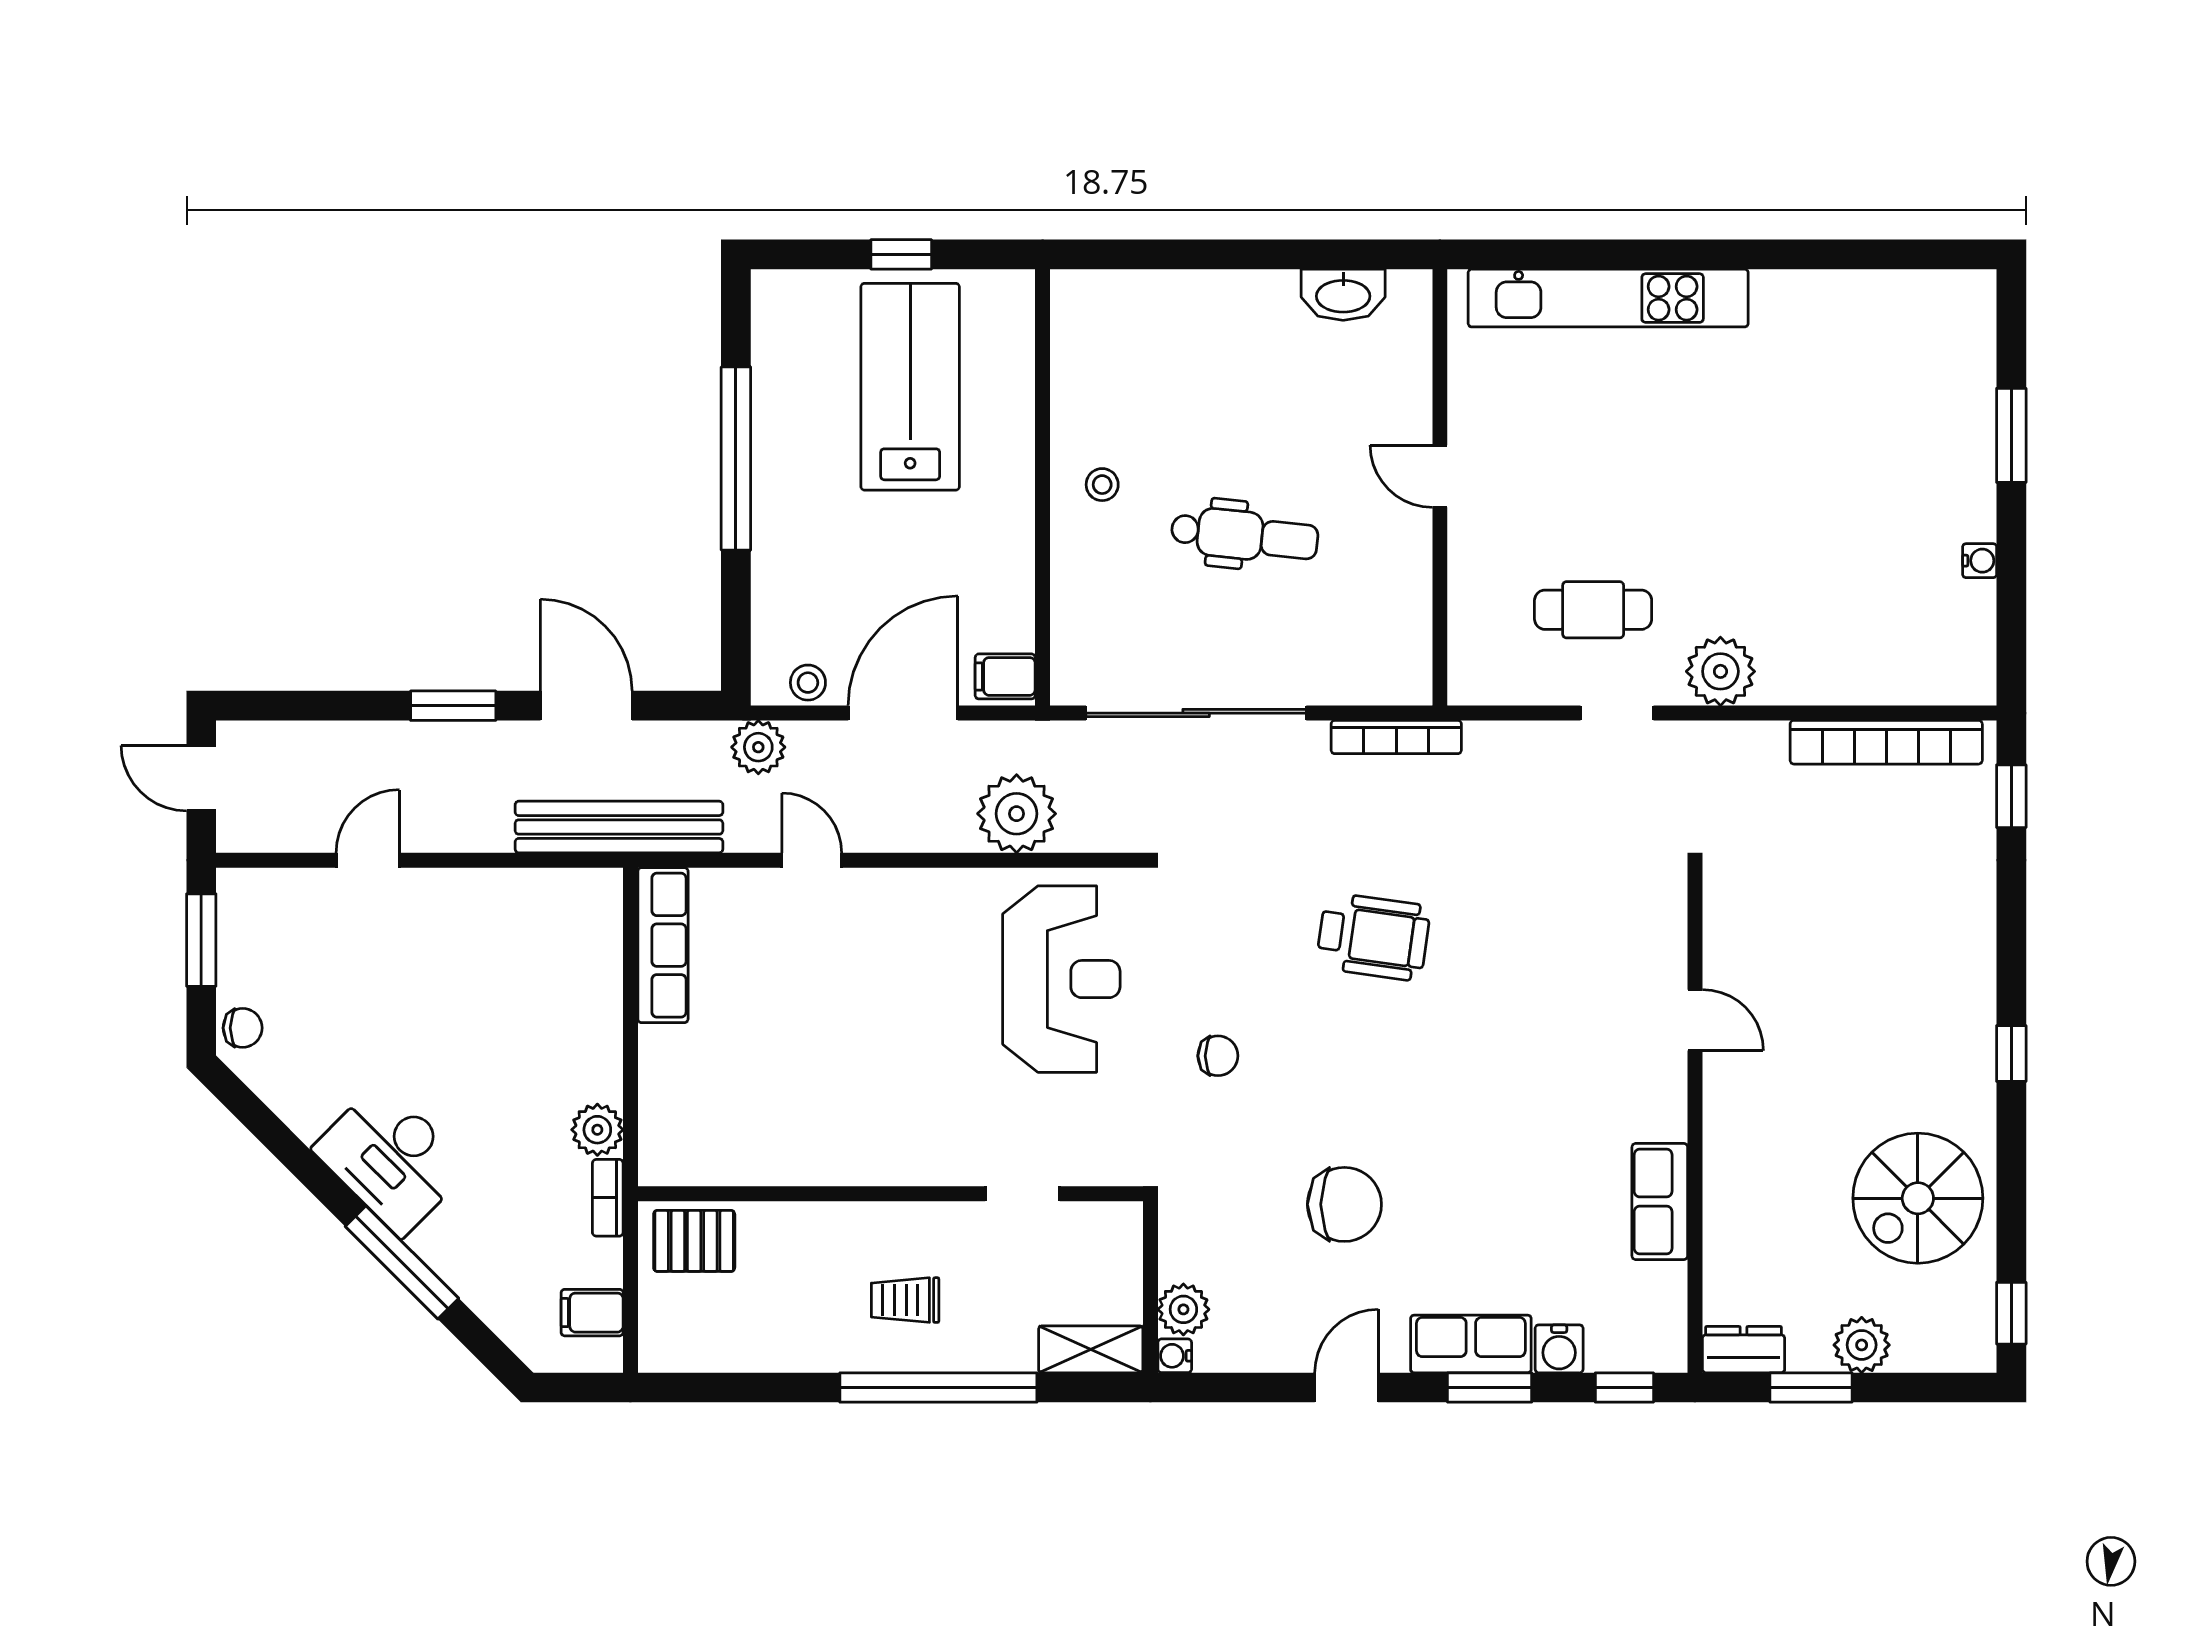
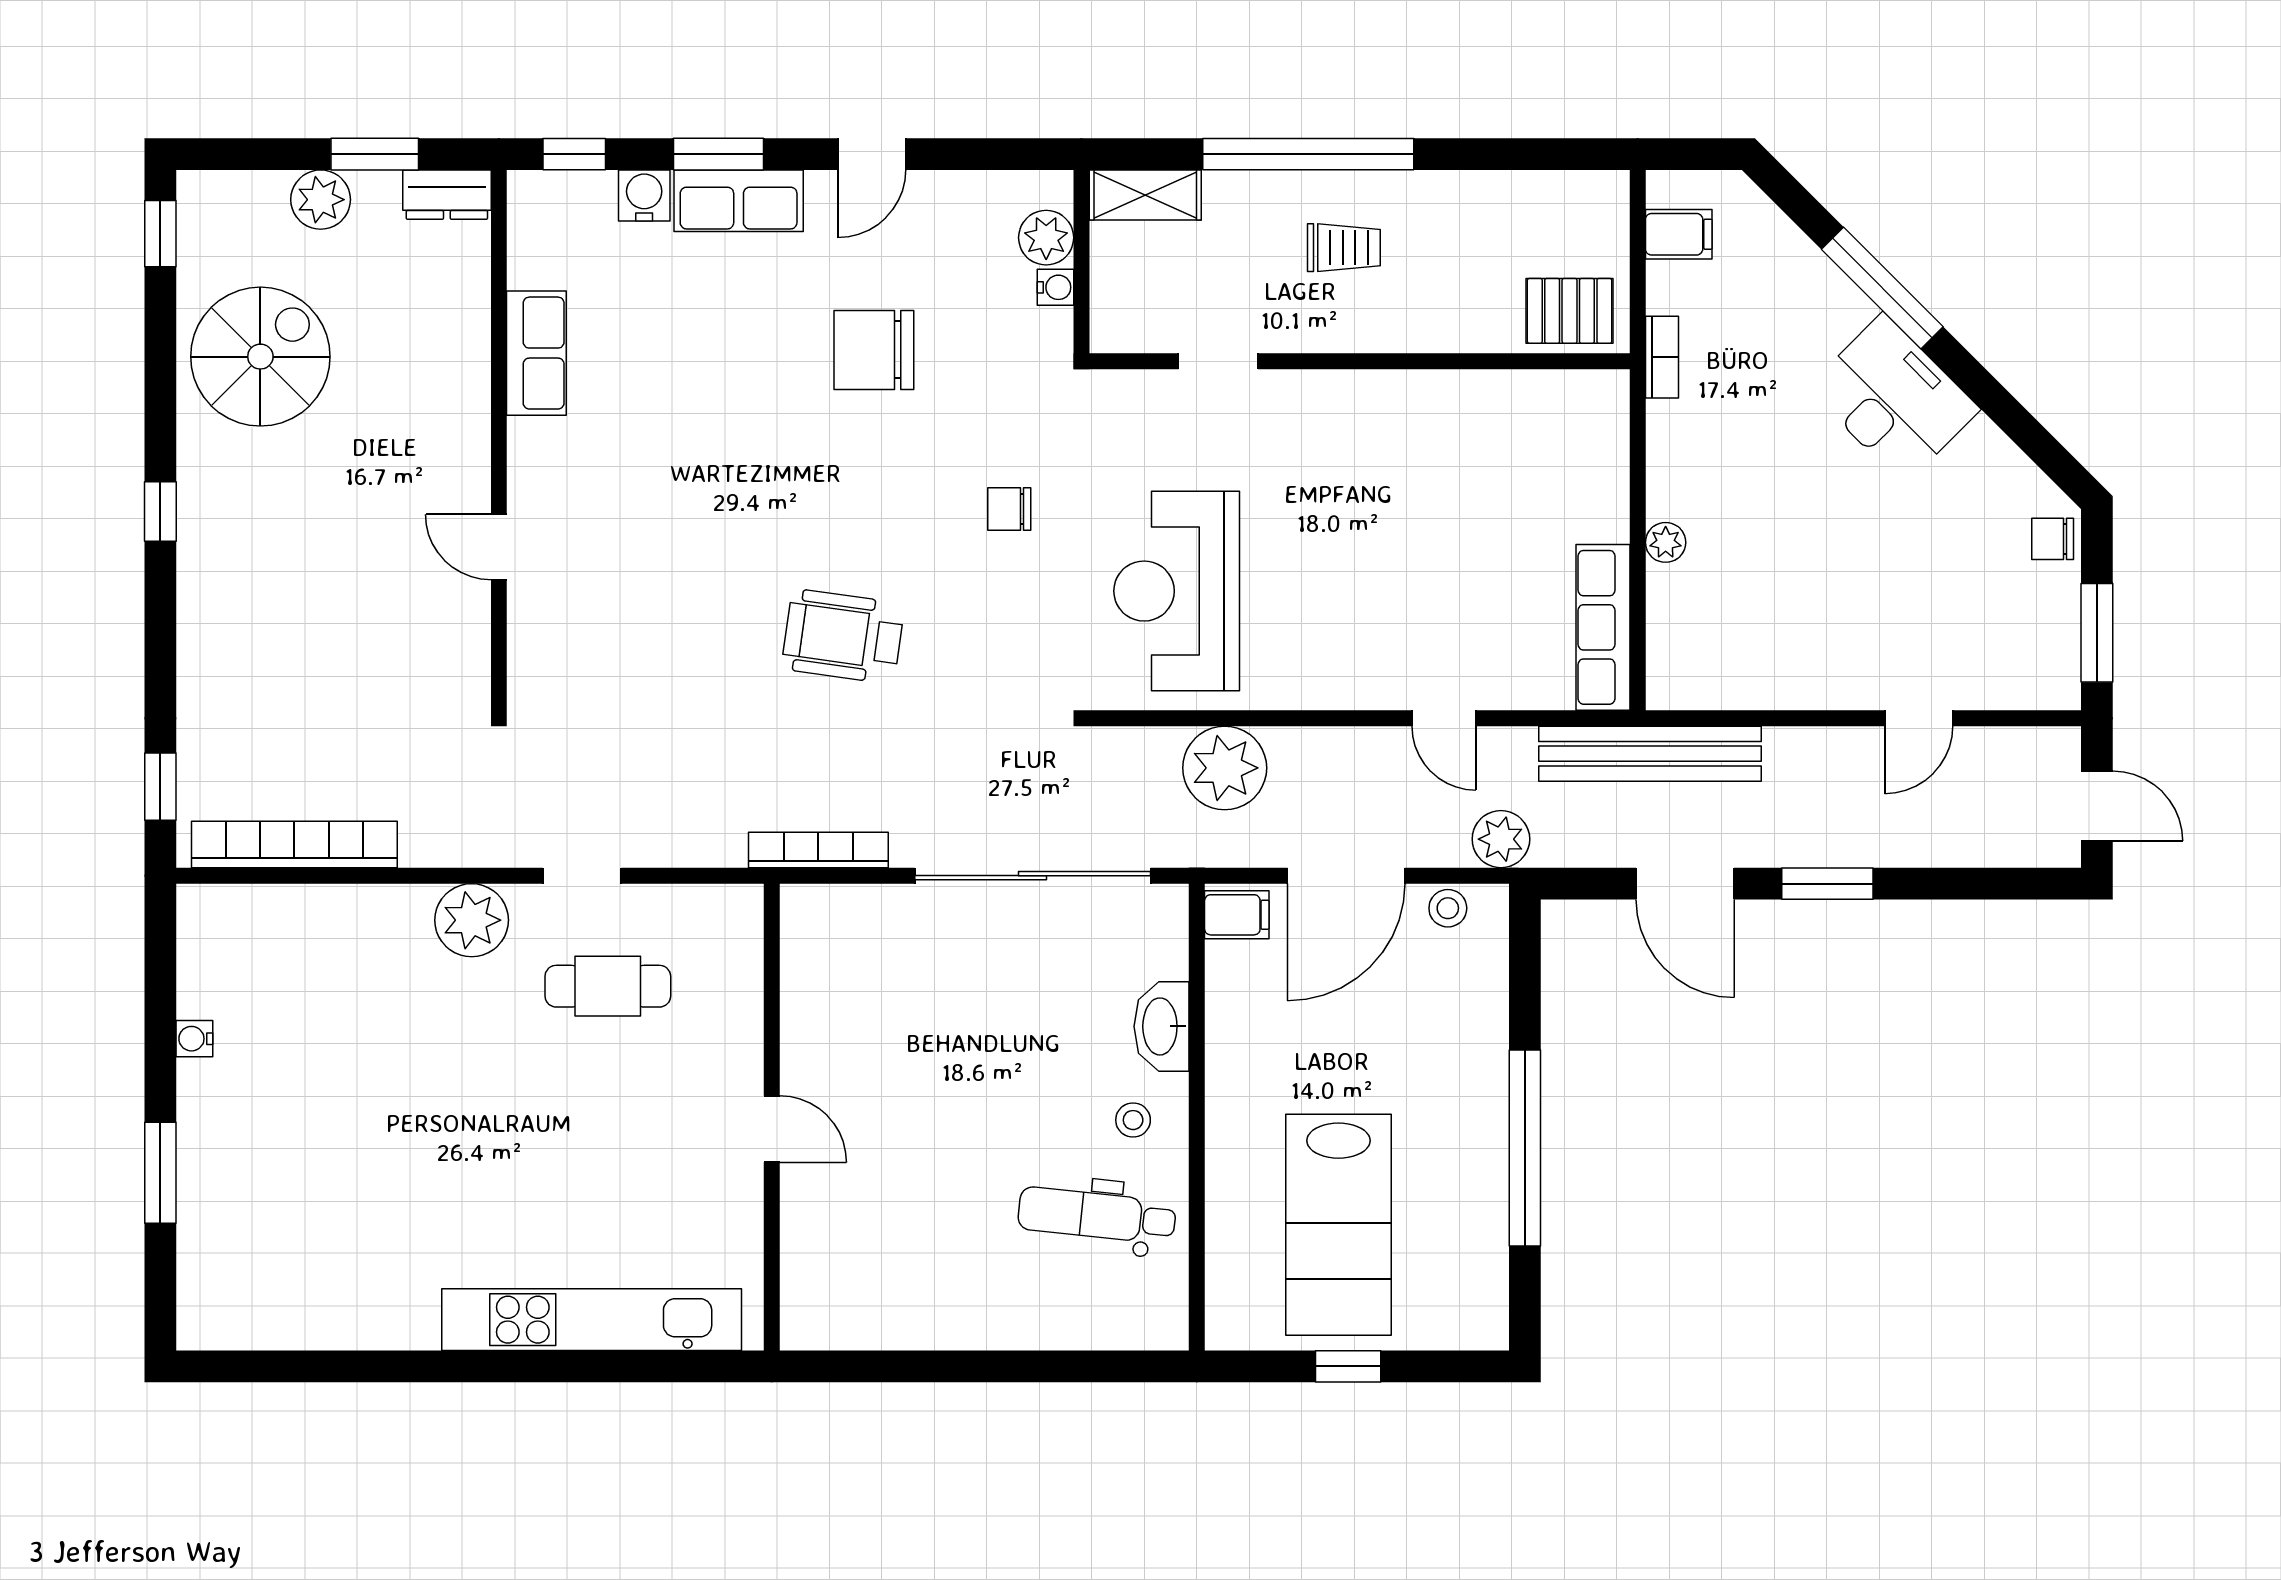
washbasin: (1343, 295) -> (1162, 1026), moved, turned -90
dental chair: (1245, 535) -> (1097, 1215), moved
plant: (597, 1130) -> (1666, 542), moved, width x0.73, depth x0.73
water cooler: (1175, 1356) -> (1055, 287), moved

